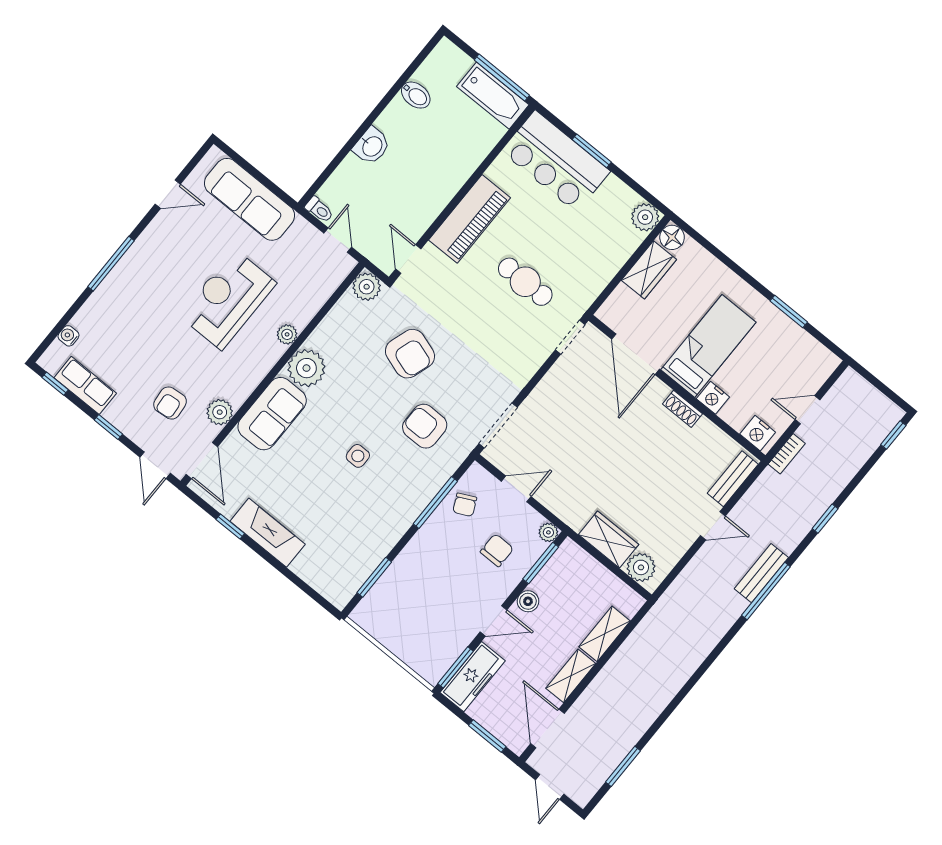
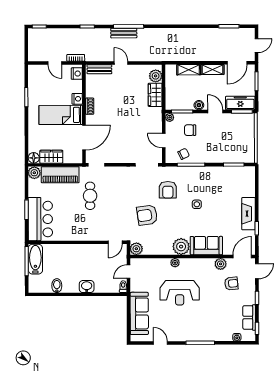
piano: (470, 219) -> (60, 175), moved, turned 180
armchair: (410, 354) -> (147, 215), turned -116

